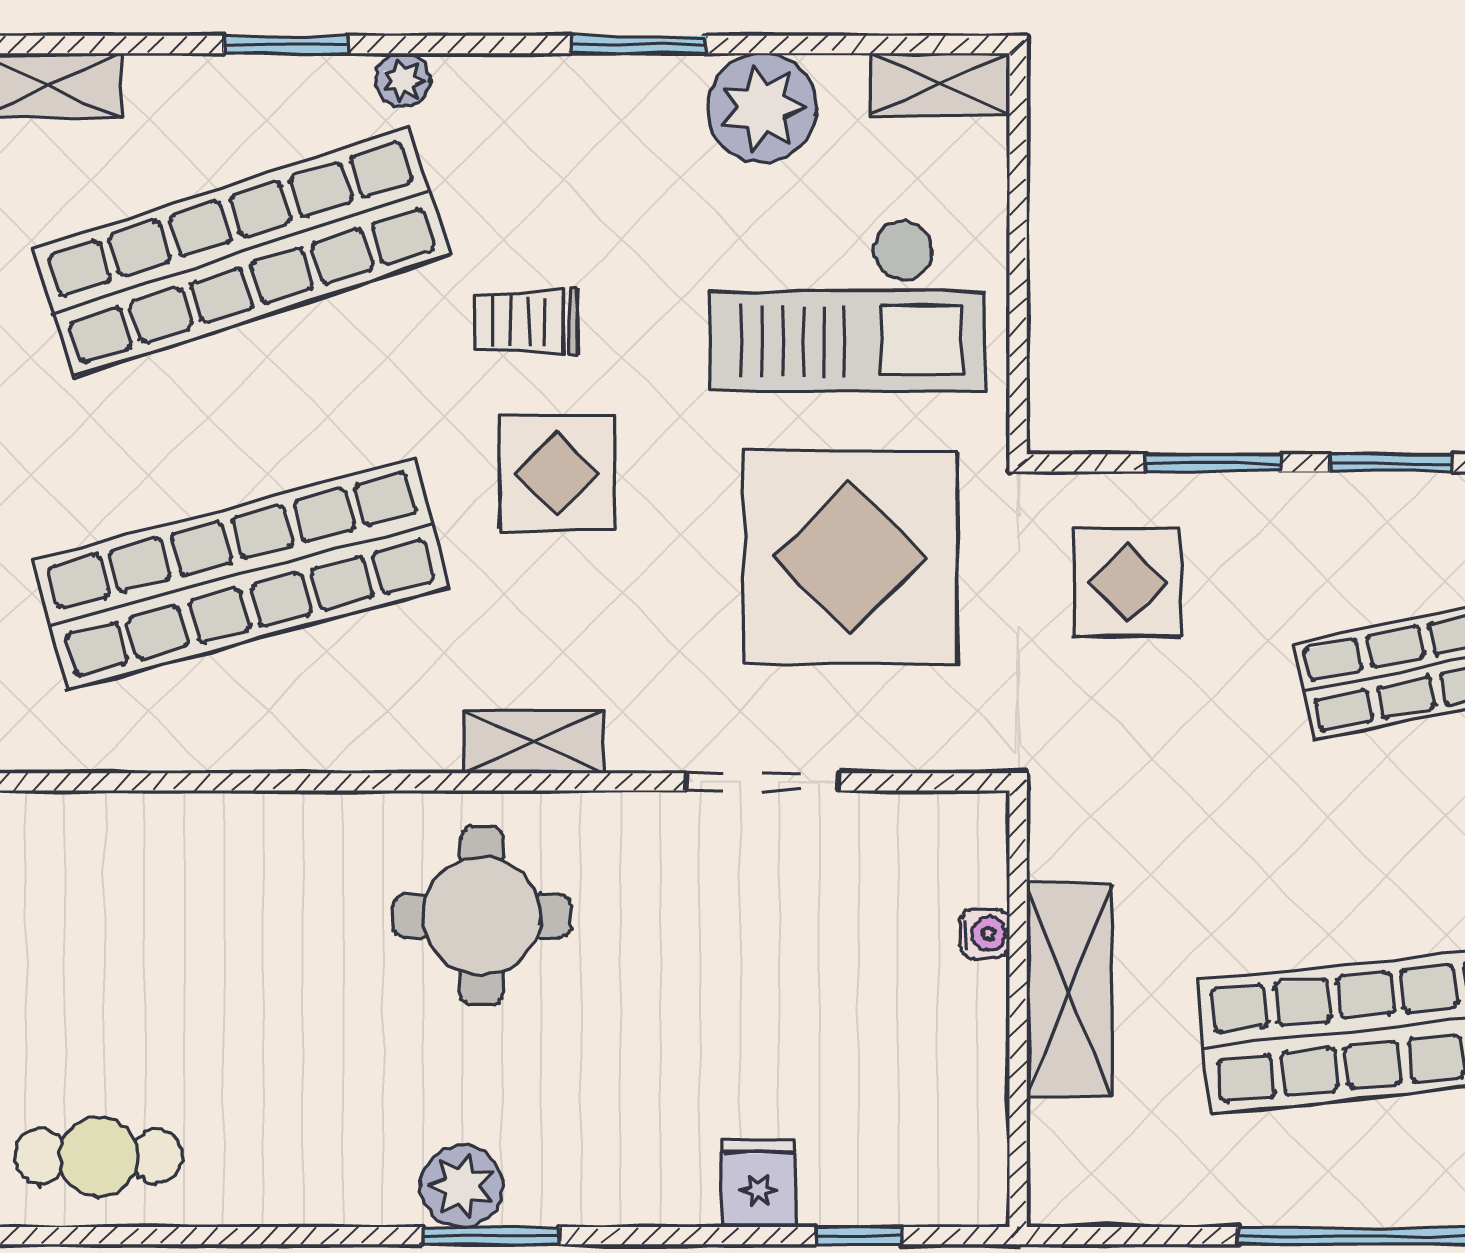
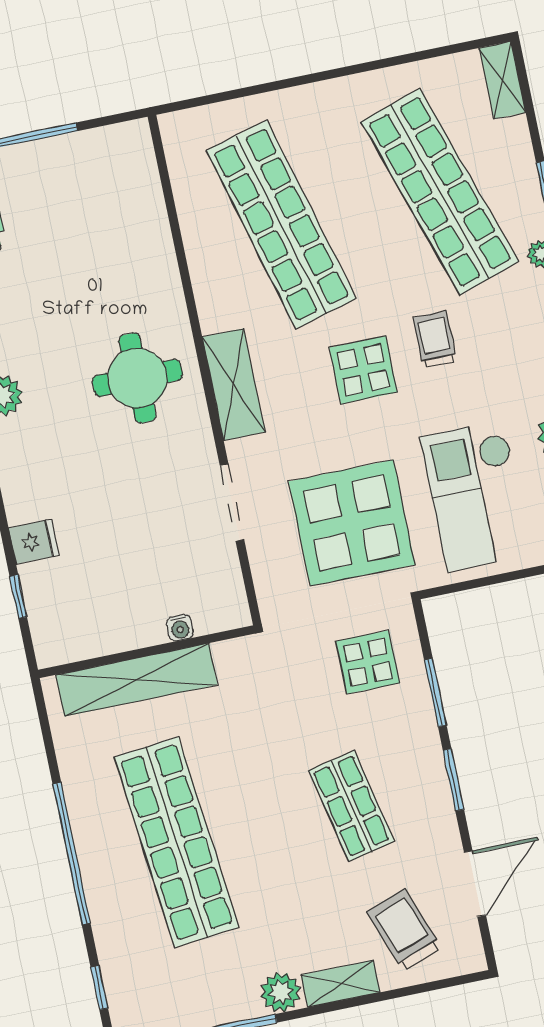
shelving: (533, 742) -> (234, 384), width x1.50, depth x1.33
shelving: (1069, 990) -> (137, 680), width x1.47

